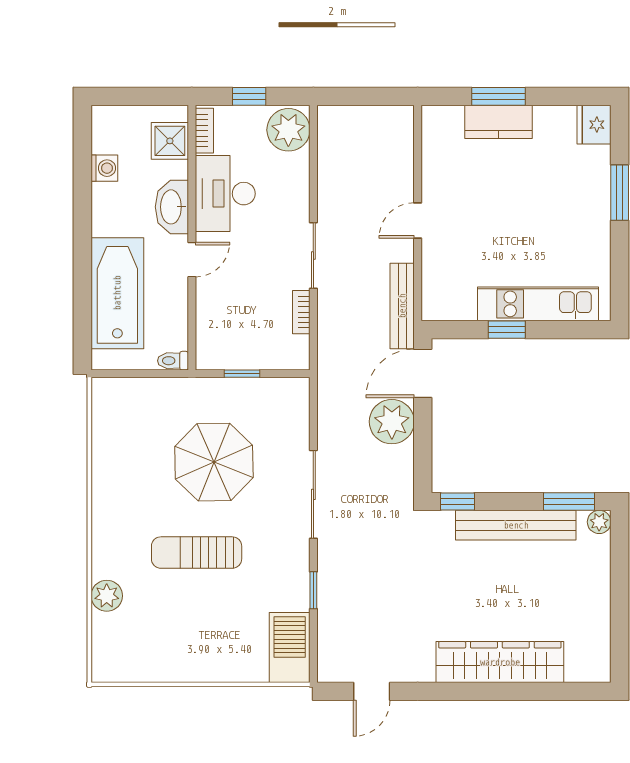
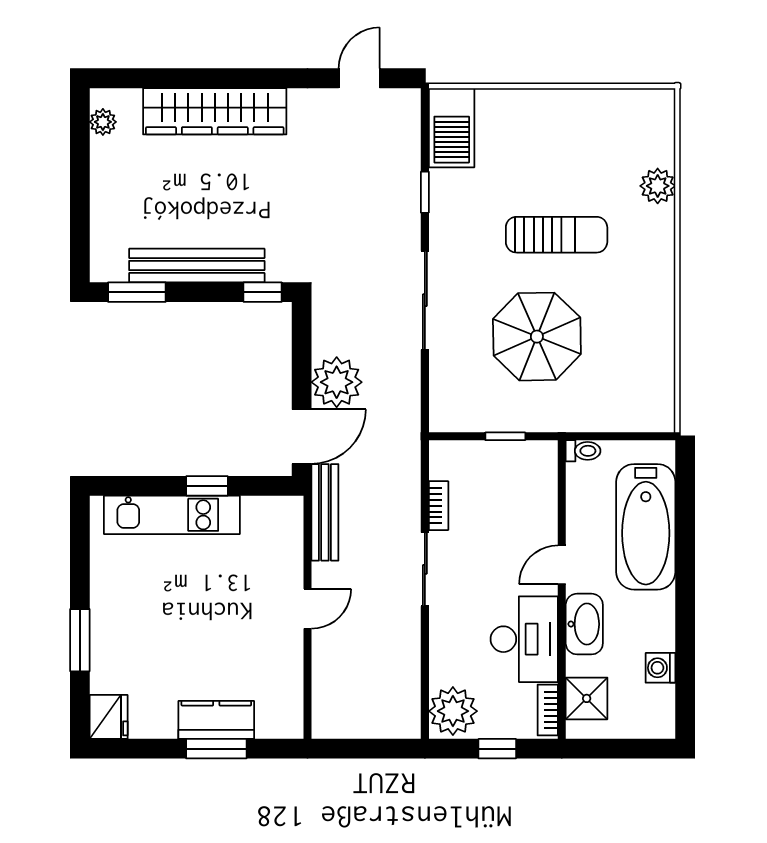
plant: (599, 522) -> (103, 122), moved

